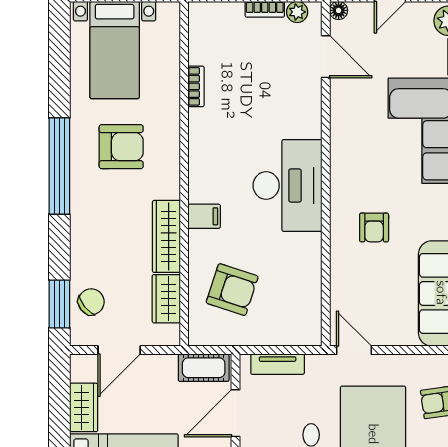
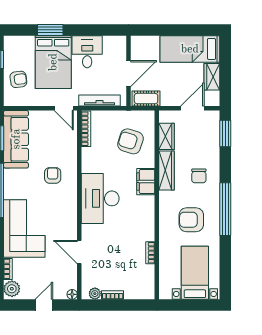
door: (326, 57) -> (79, 252), moved
filing cabinet: (204, 216) -> (146, 182), width x2.00
chair: (91, 302) -> (199, 176), moved, turned -51
bookcase: (313, 313) -> (86, 129), added
tv unit: (278, 364) -> (100, 100), width x1.41

